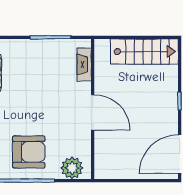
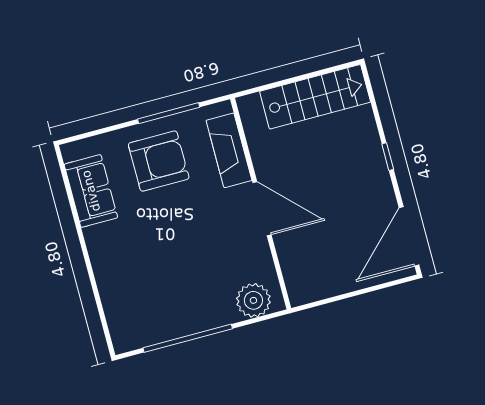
fireplace: (84, 64) -> (229, 150), width x1.37, depth x1.32
armchair: (29, 152) -> (159, 161), moved

